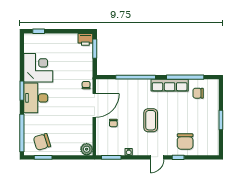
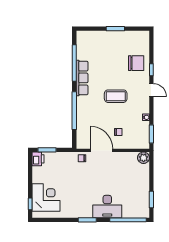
corner desk: (38, 68) -> (46, 197), moved, turned 90
chair: (198, 93) -> (90, 51), removed
desk: (36, 98) -> (107, 207), moved
chair: (42, 142) -> (136, 201), removed

